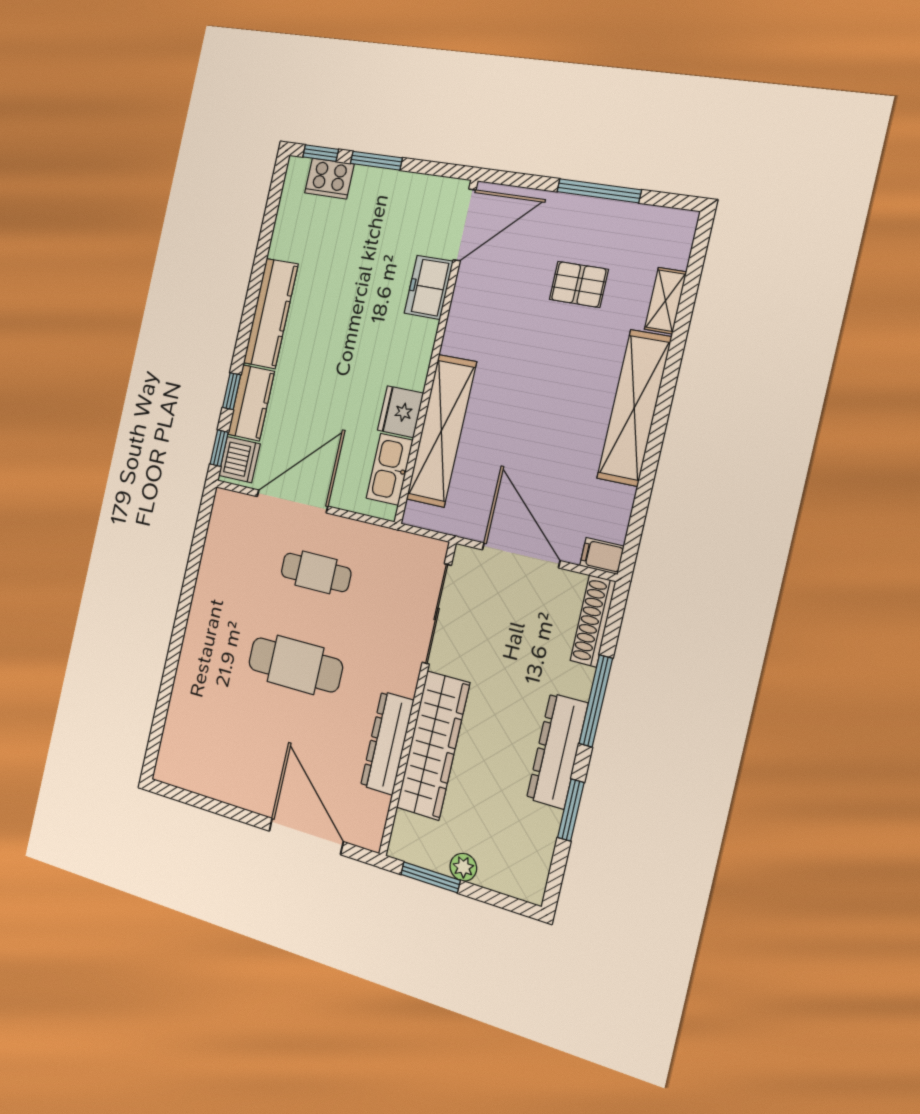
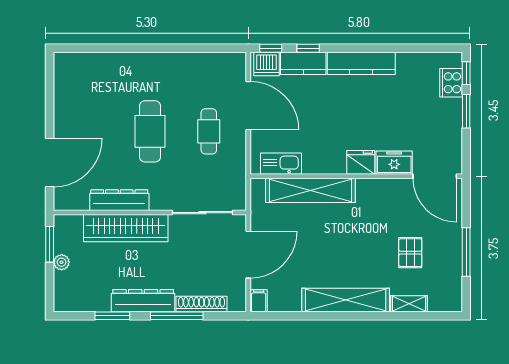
fridge: (400, 412) -> (361, 162), moved
shoe rack: (593, 621) -> (201, 304), moved

